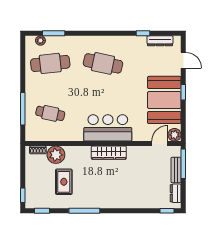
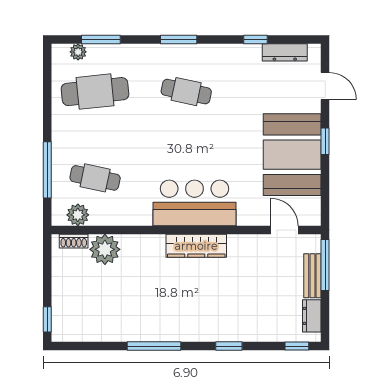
window: (99, 33) -> (179, 39), added
cafe table: (103, 63) -> (186, 92), width x0.73, depth x0.74
plant: (175, 135) -> (78, 215), moved
door: (160, 144) -> (284, 230), hinge flipped
rug: (64, 182) -> (119, 296), removed
window: (42, 211) -> (229, 346), moved

